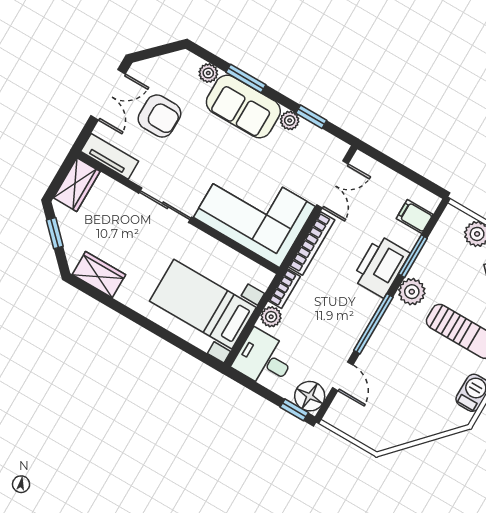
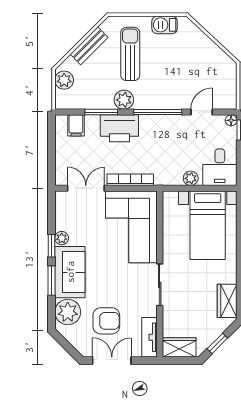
plant: (208, 73) -> (68, 312), width x1.88, depth x1.88
armchair: (159, 116) -> (106, 321), turned 90
window: (311, 117) -> (51, 246), moved
bookcase: (284, 289) -> (168, 180), removed
floor lamp: (310, 396) -> (231, 120), width x0.53, depth x0.53

